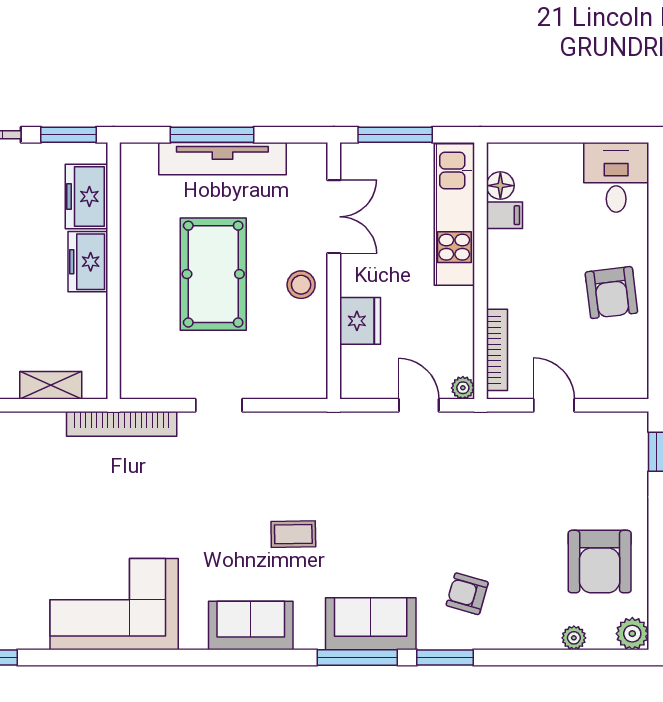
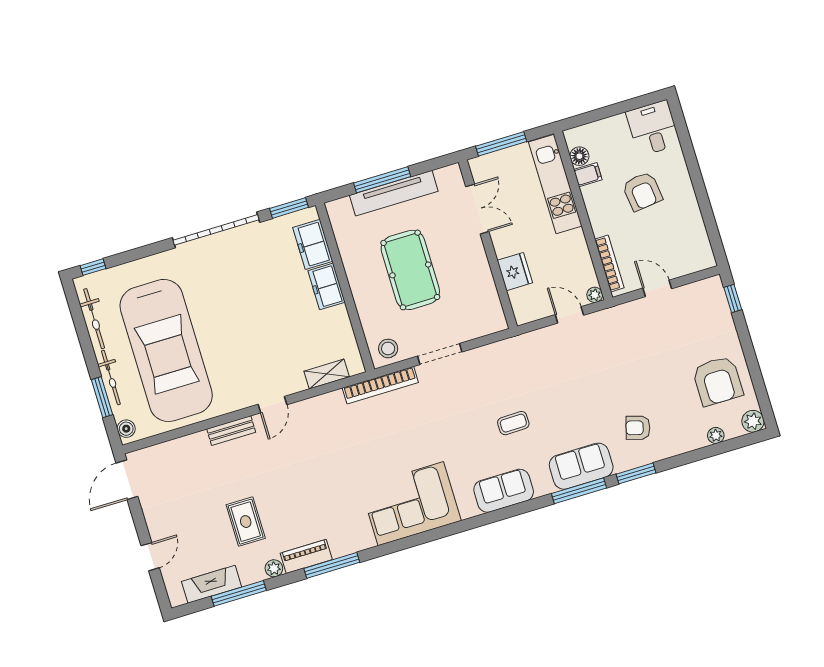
stool: (301, 285) -> (388, 348), moved
armchair: (611, 293) -> (642, 191), moved
doorway: (219, 405) -> (440, 354), width x1.38

